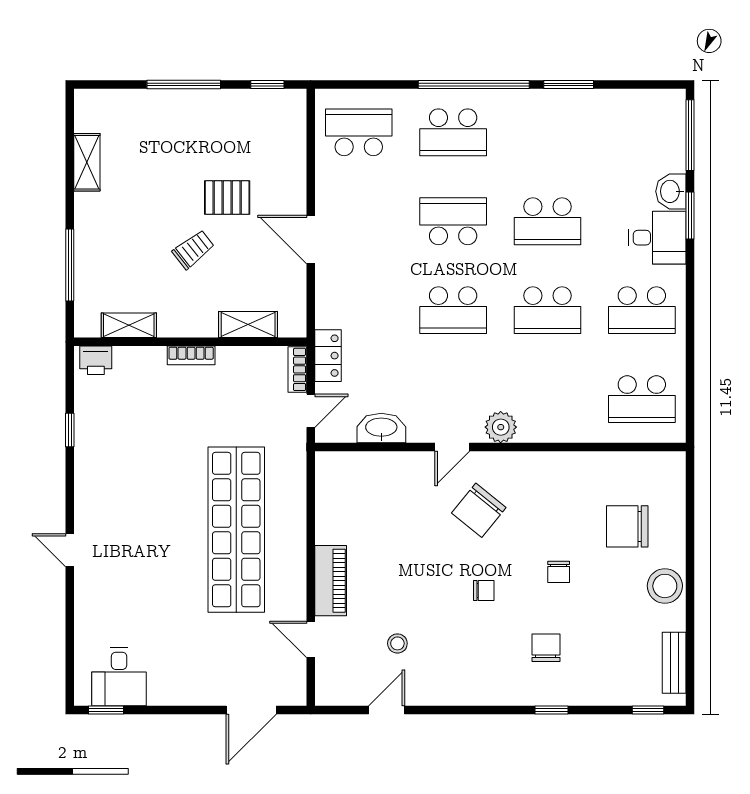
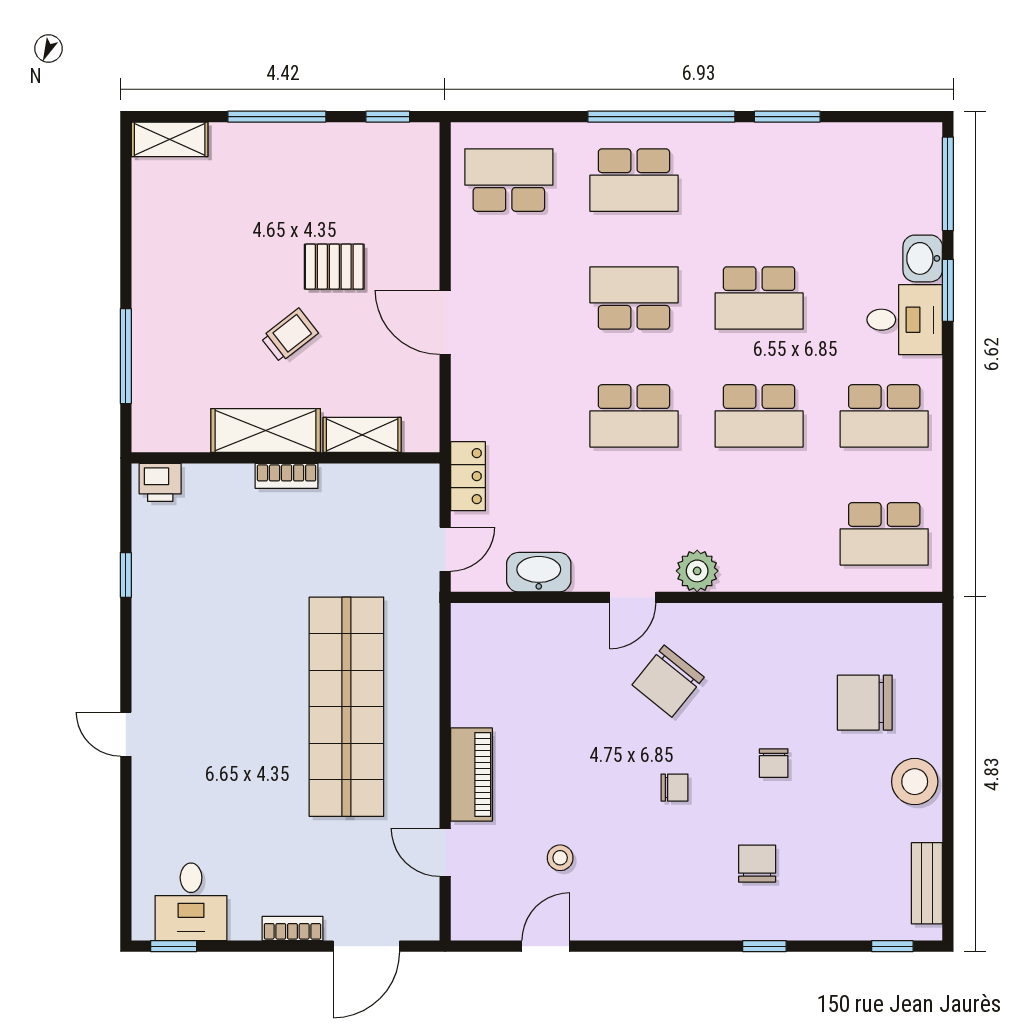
shelving: (87, 162) -> (170, 139), moved, turned 90
shelving: (129, 325) -> (266, 430), moved, width x1.50, depth x1.33
bookcase: (297, 369) -> (292, 928), moved, turned 90

